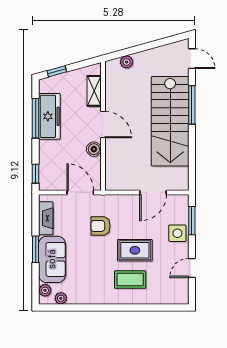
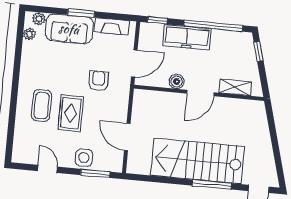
plant: (127, 62) -> (261, 123), removed
freezer: (49, 116) -> (187, 37), moved
window: (36, 118) -> (213, 26), width x1.46

